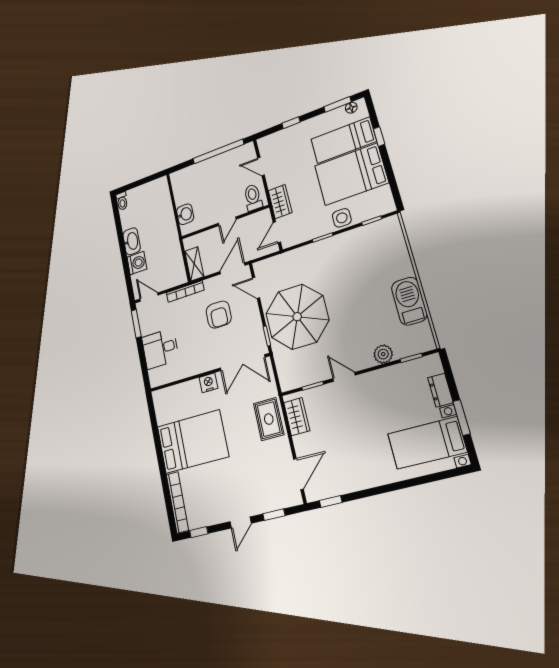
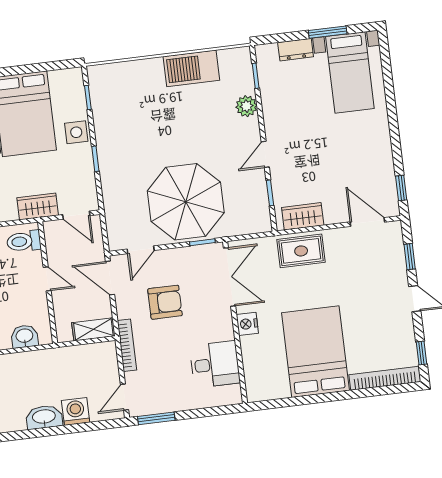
desk: (160, 349) -> (215, 364), moved, turned -90

